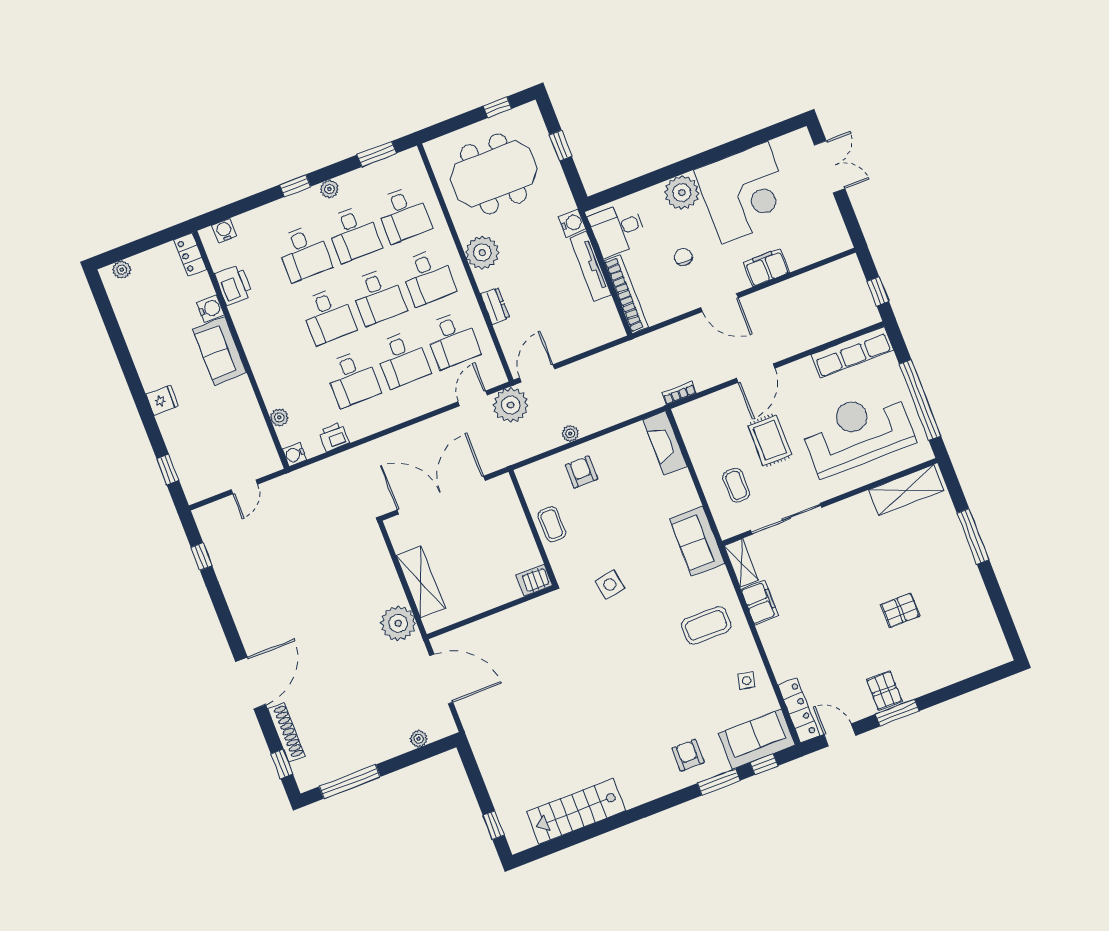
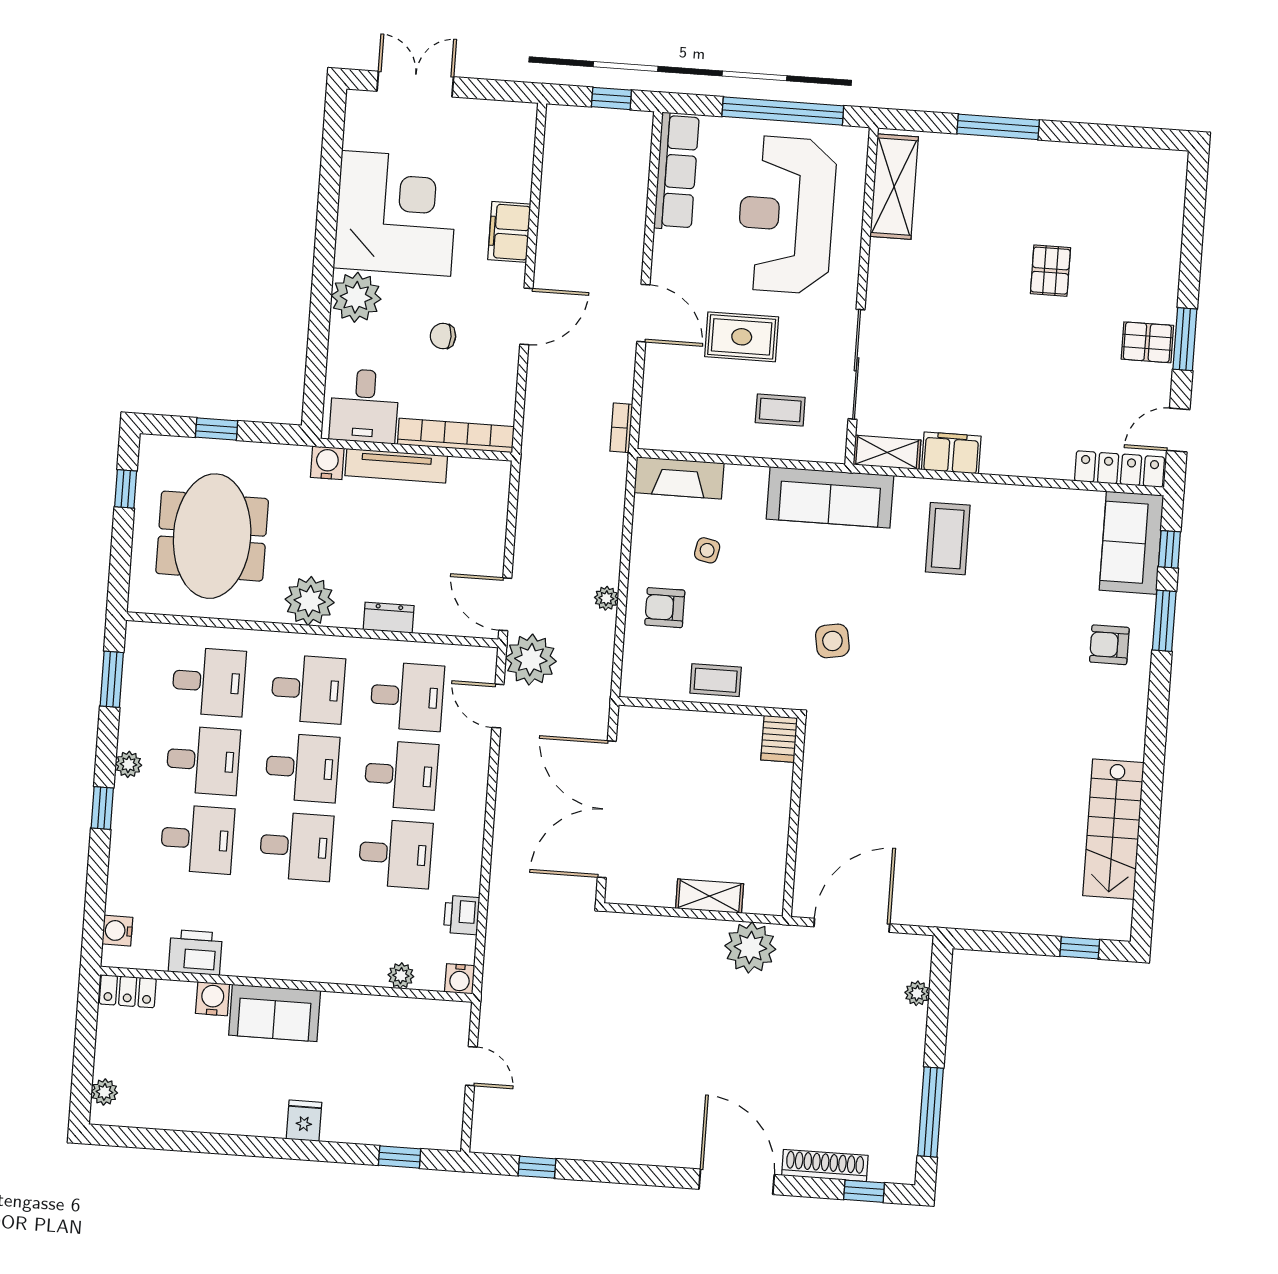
sofa: (697, 541) -> (830, 497), width x1.36
shelving: (421, 582) -> (710, 896), width x0.67, depth x0.75
side table: (747, 681) -> (707, 550), moved

